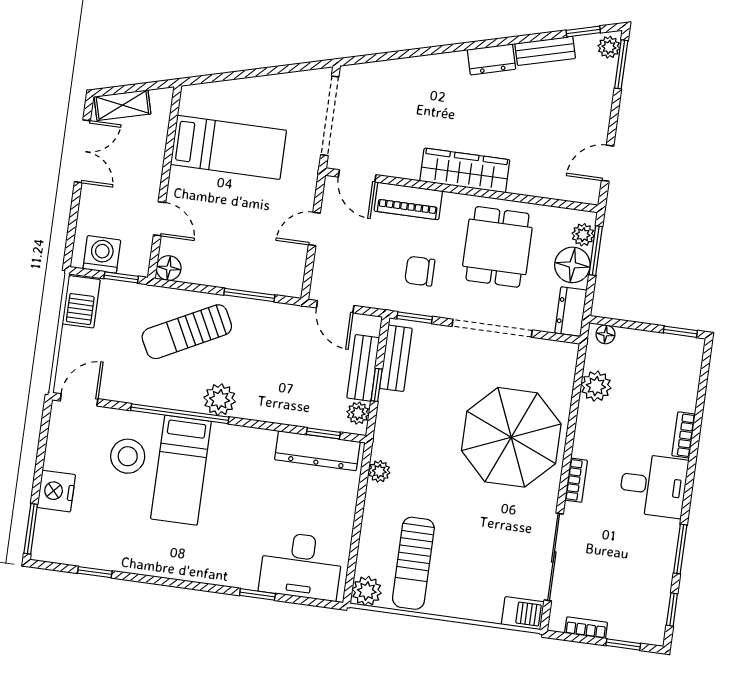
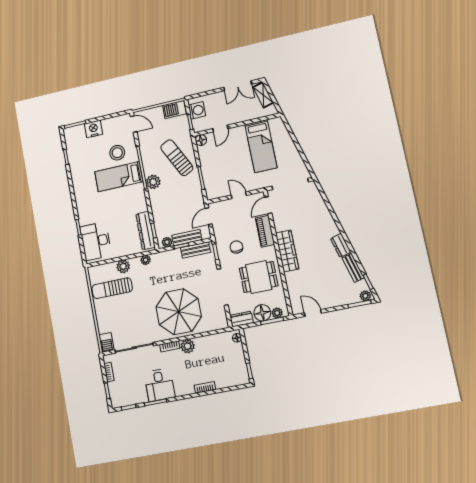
plant: (596, 386) -> (188, 346), moved
desk: (653, 485) -> (160, 385), moved
plant: (367, 591) -> (123, 266), moved

